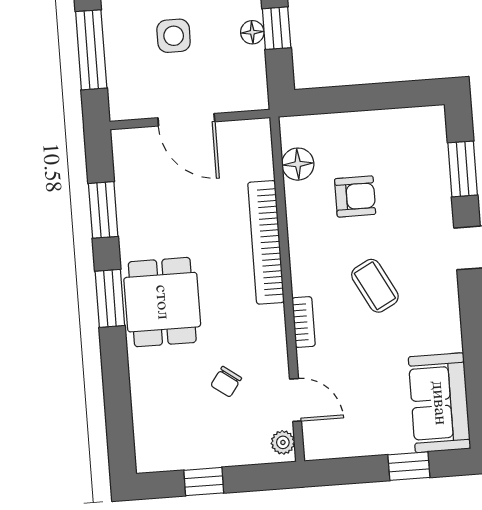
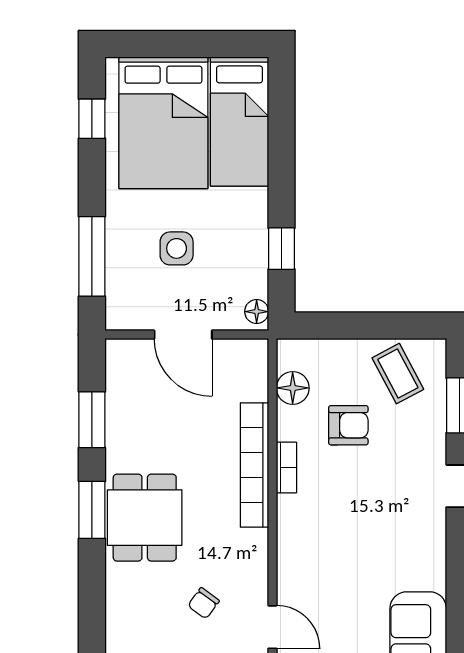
floor lamp: (252, 32) -> (257, 312), moved
coffee table: (375, 286) -> (398, 374), moved
bookcase: (304, 322) -> (286, 467), moved

